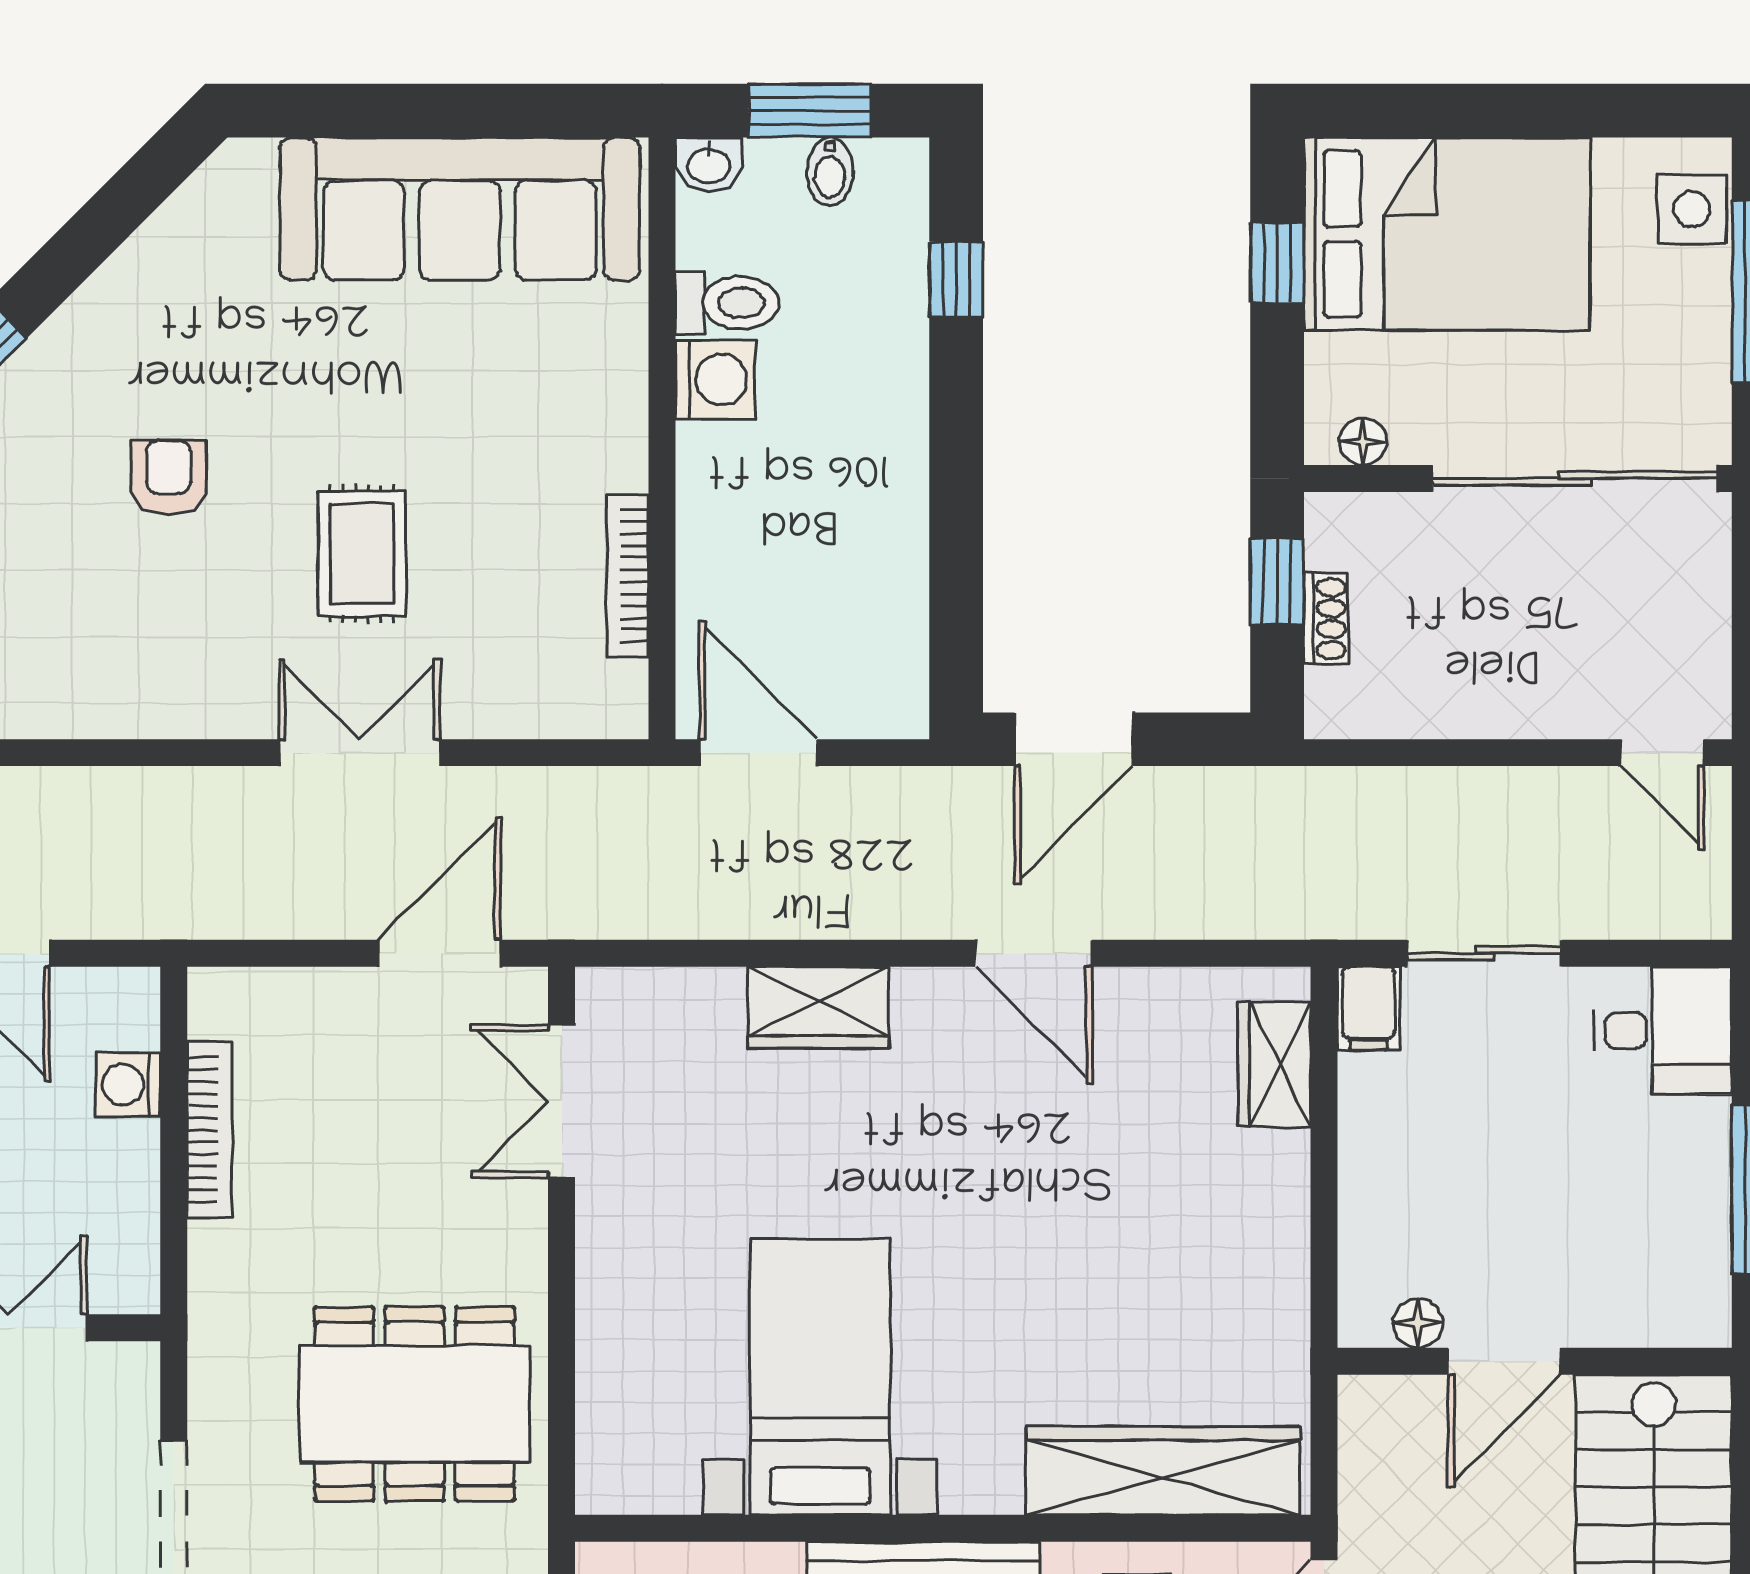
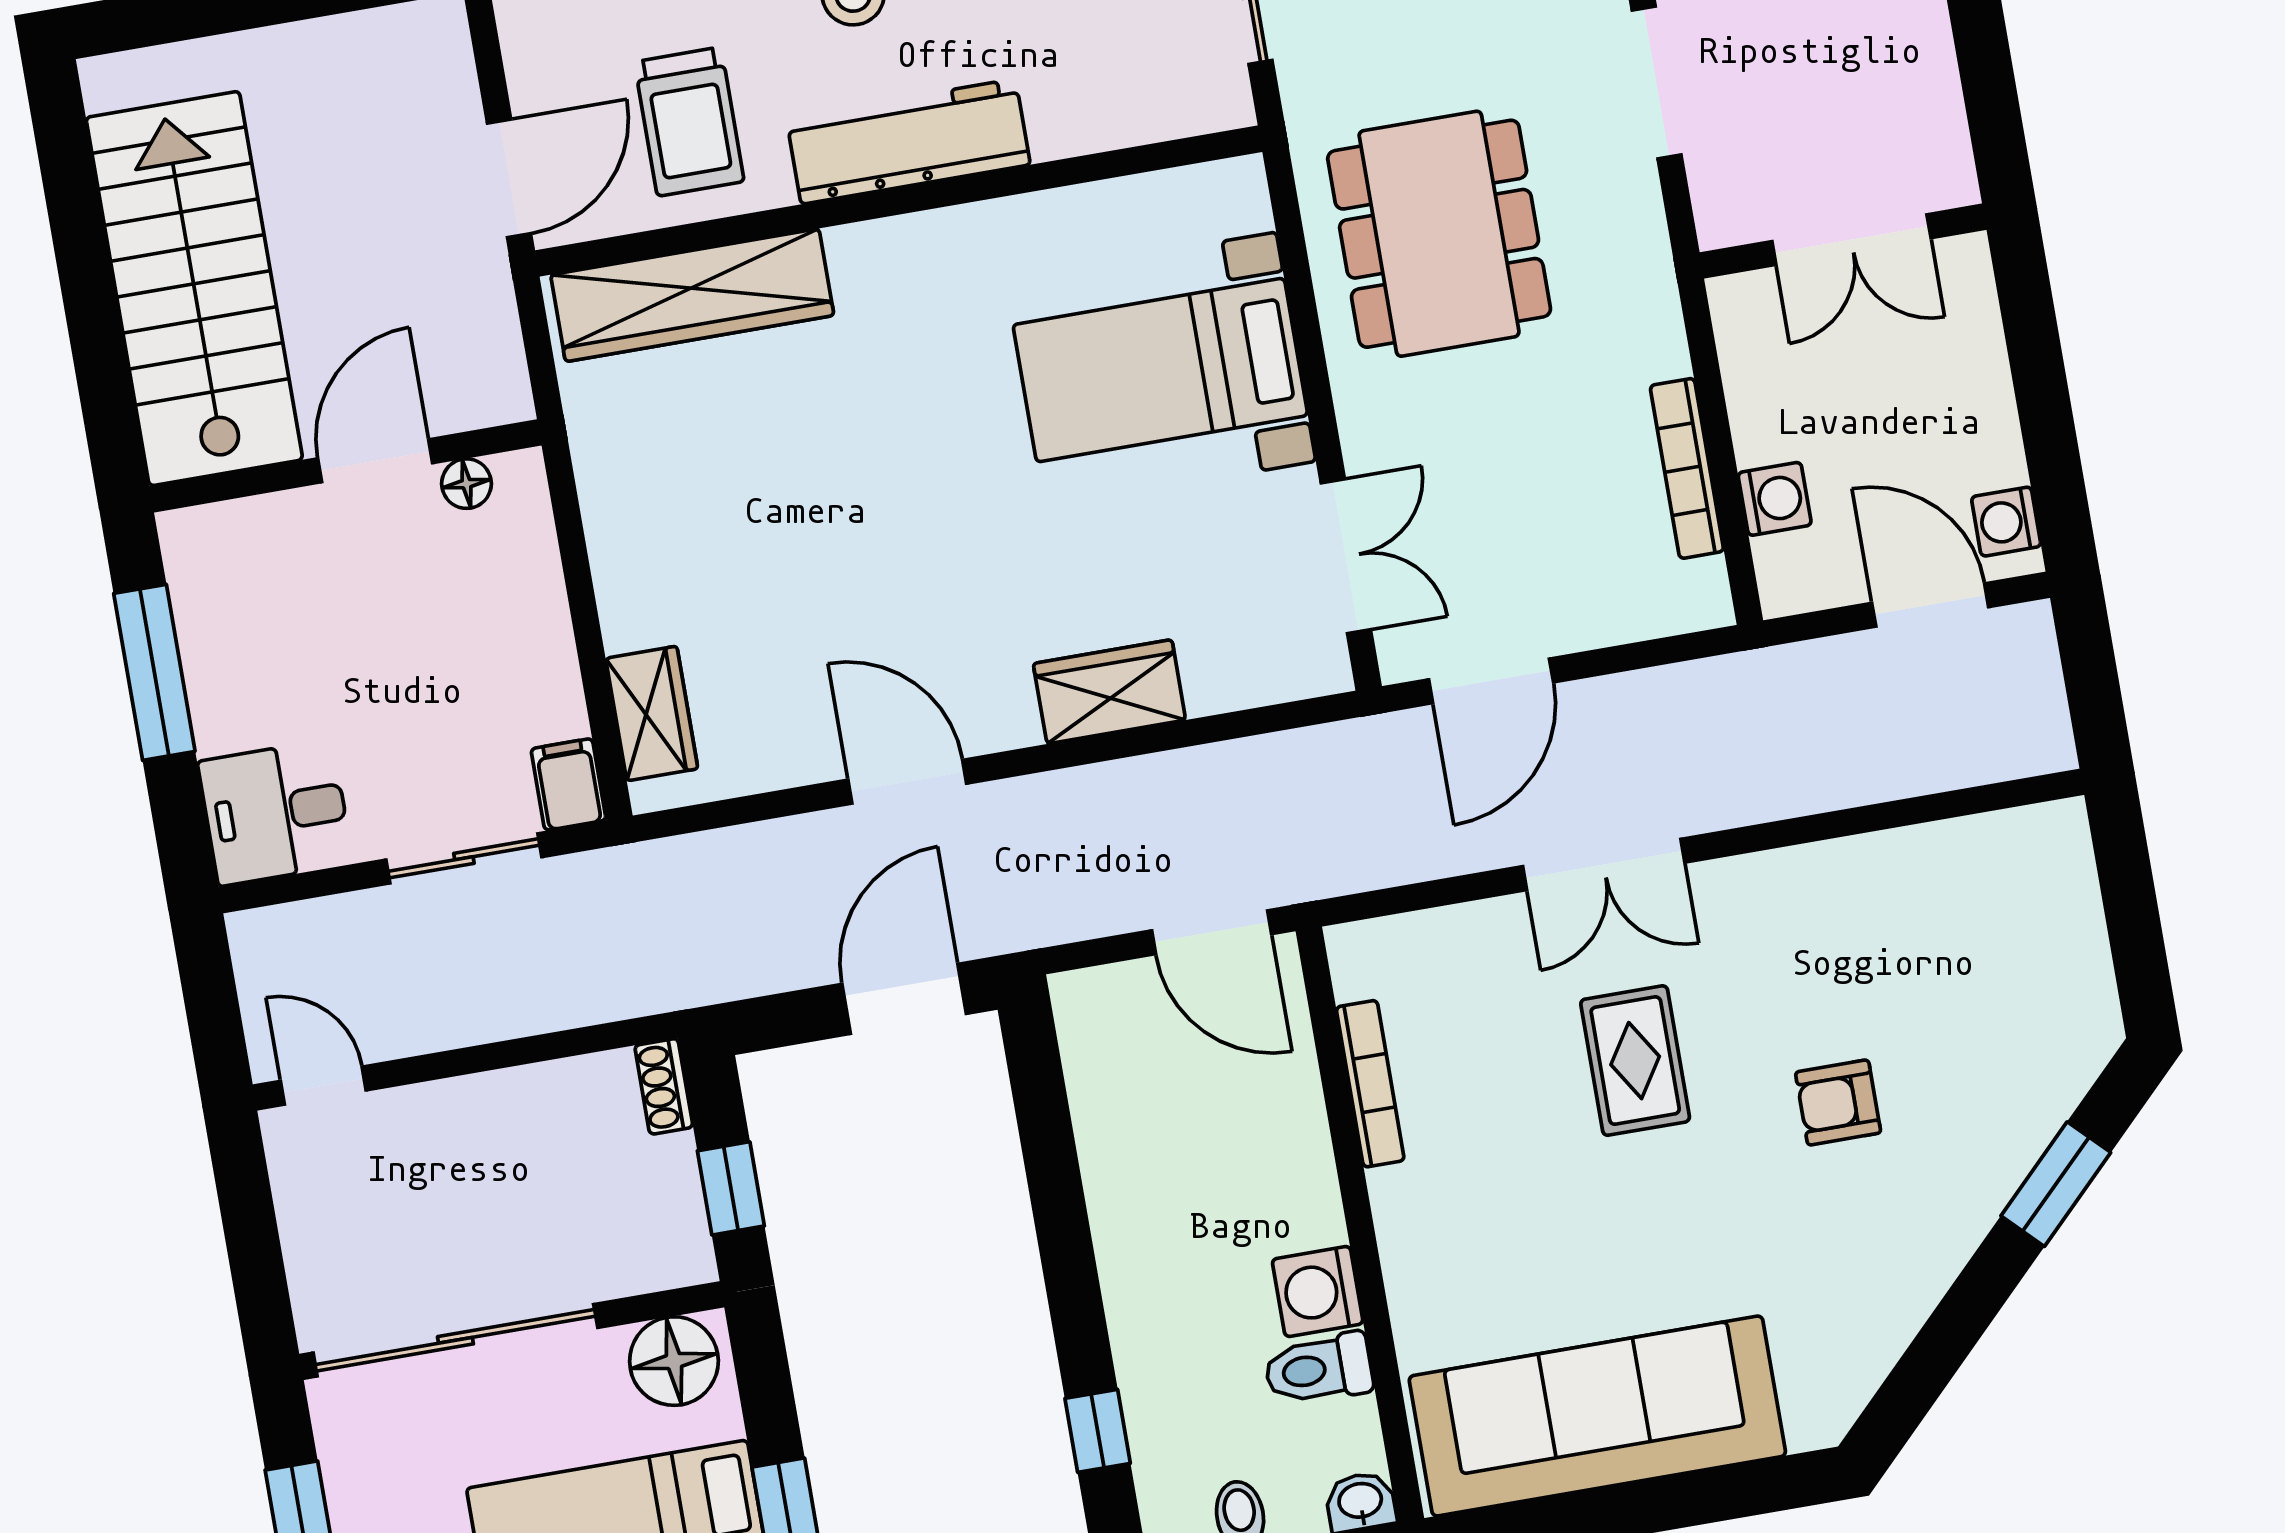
floor lamp: (1363, 442) -> (674, 1361), width x1.89, depth x1.89
armchair: (169, 477) -> (1838, 1102), turned 90
shoe rack: (1326, 619) -> (664, 1086), moved
bed with nightstands: (820, 1377) -> (1160, 370), moved, turned 90
dining table: (414, 1404) -> (1439, 234), turned 90

